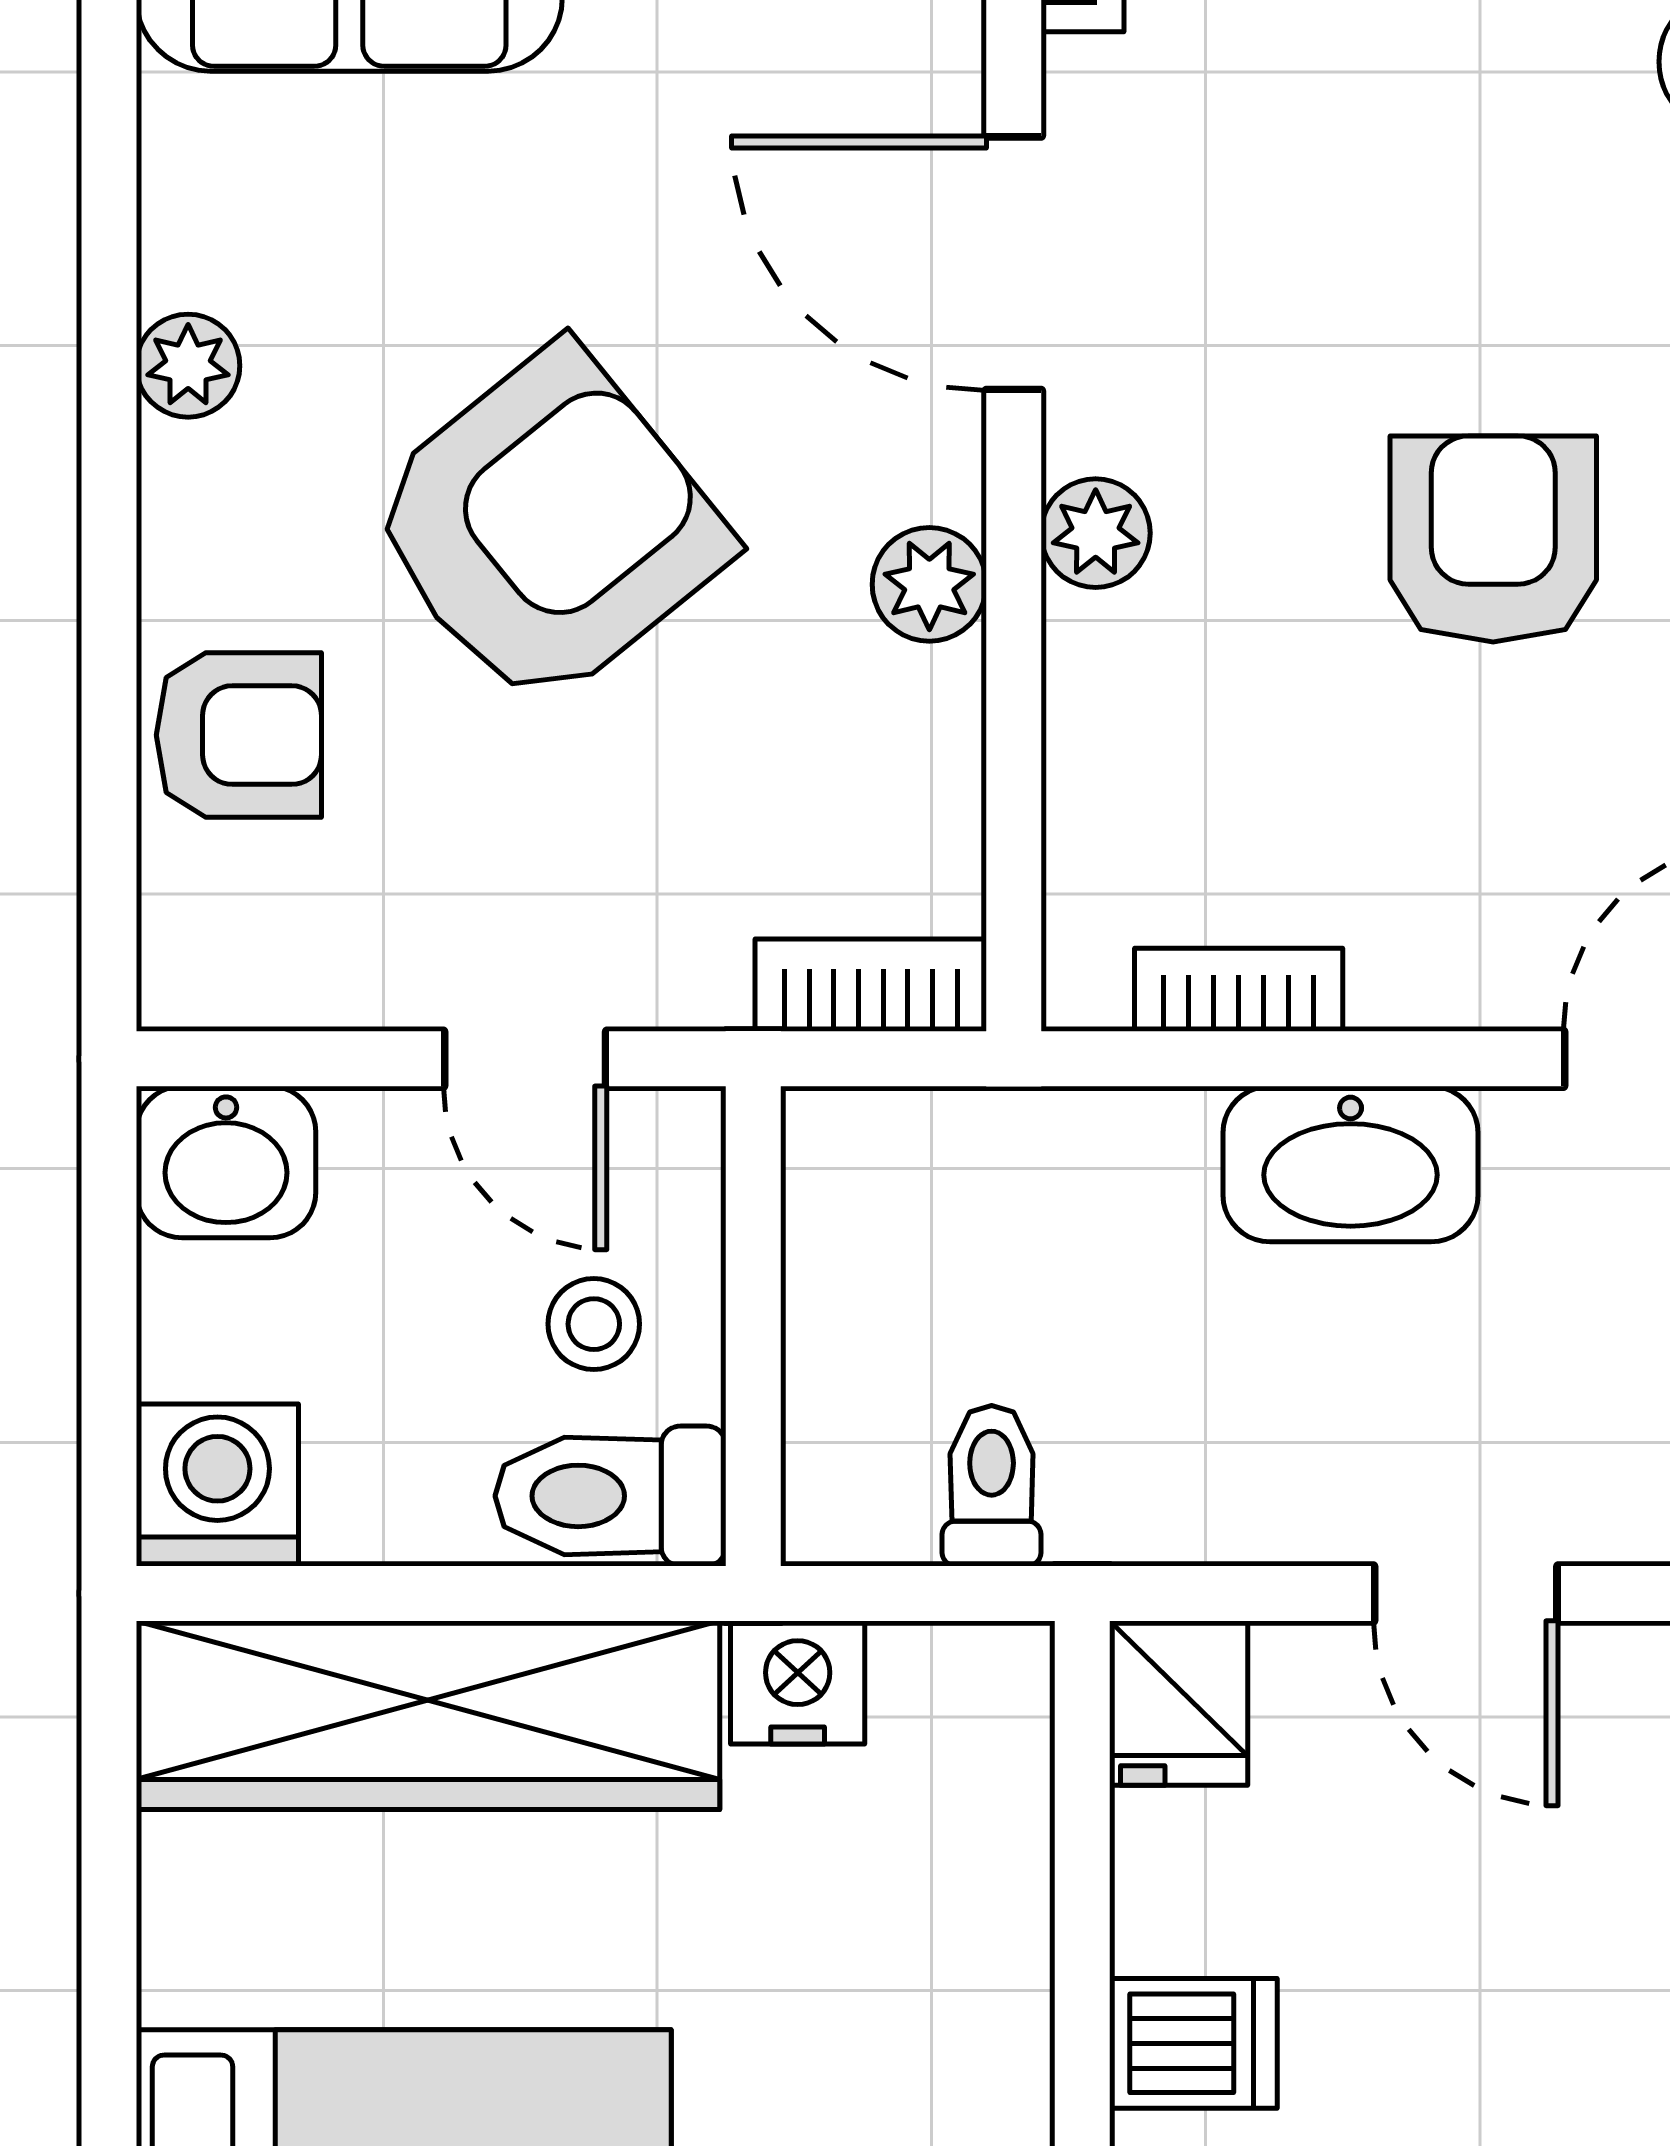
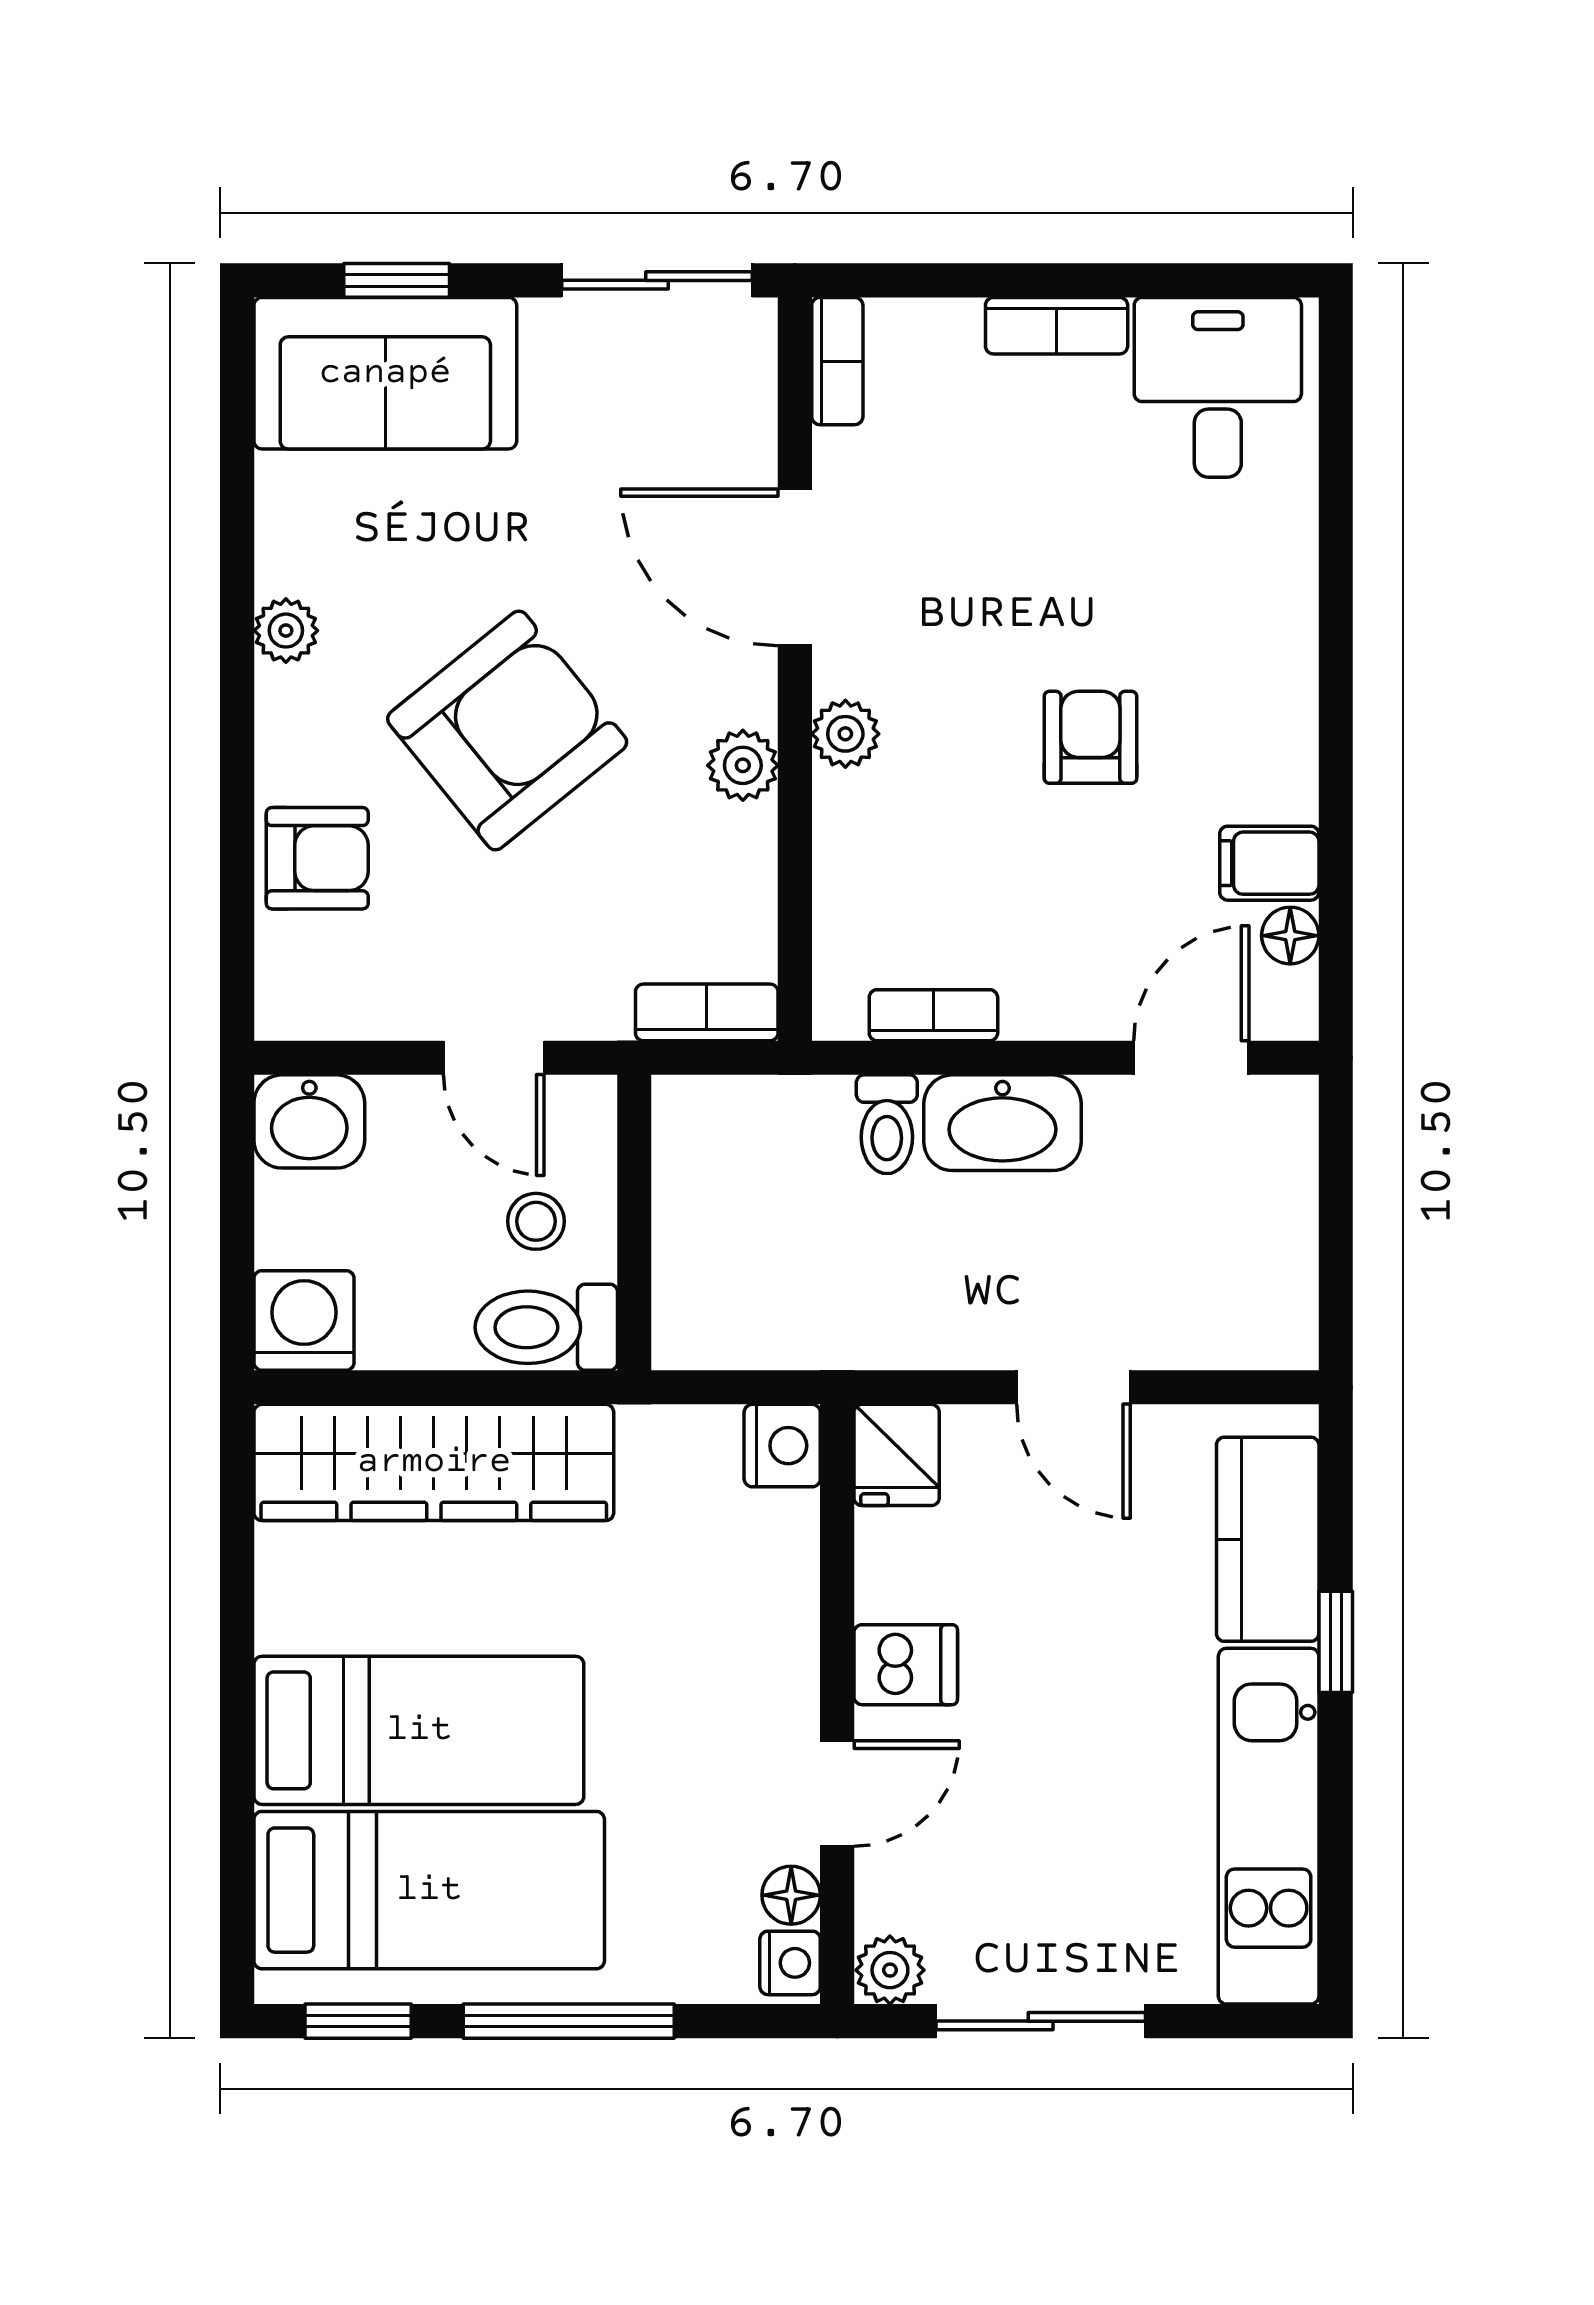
armchair: (1493, 539) -> (1090, 737), width x0.72, depth x0.72
toilet: (992, 1486) -> (887, 1124), moved, turned 180
nightstand: (798, 1682) -> (782, 1446), moved, turned 90

